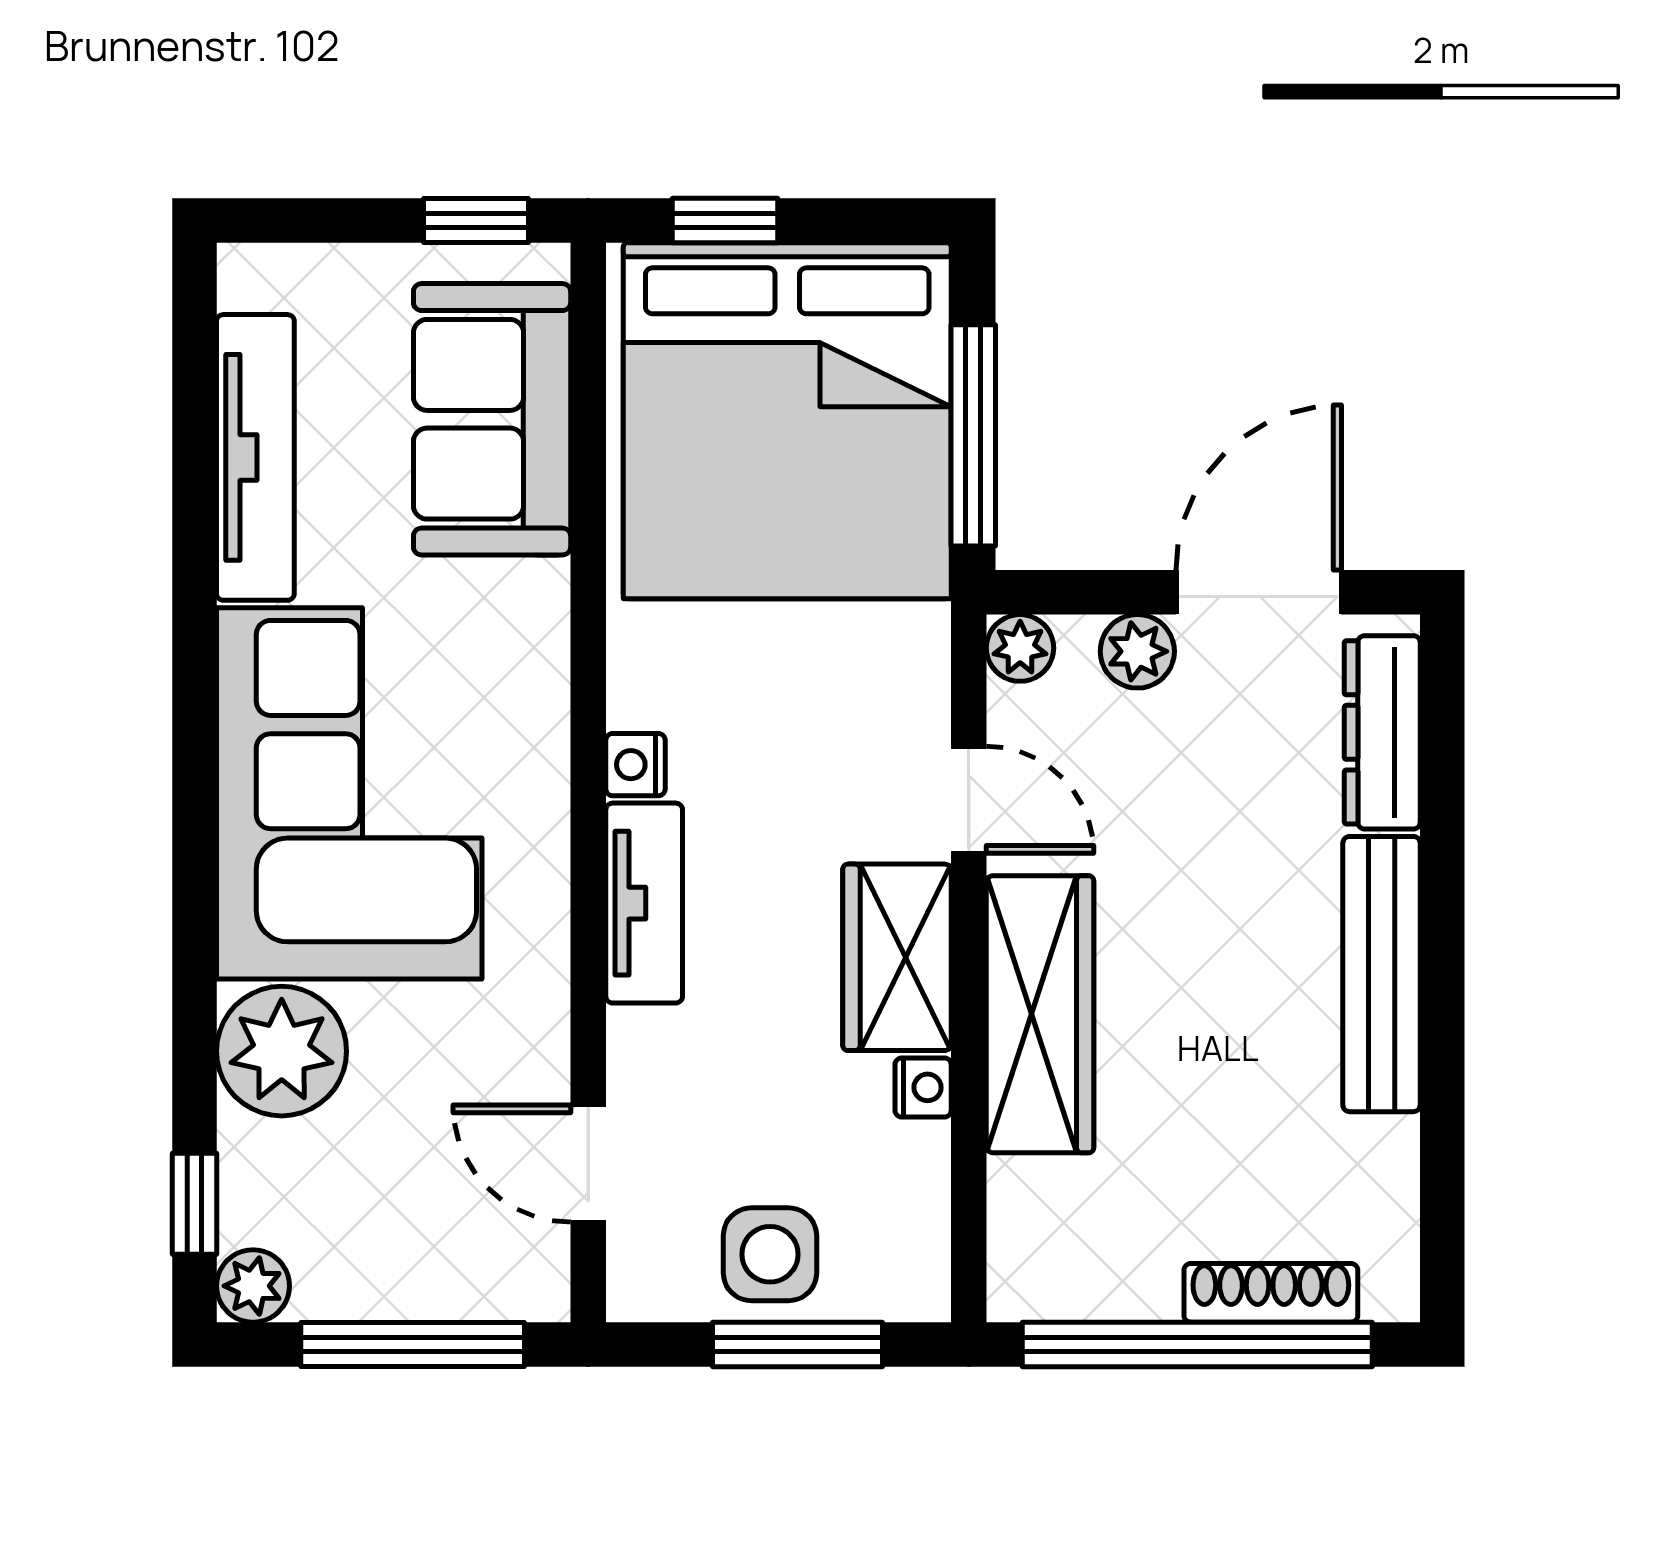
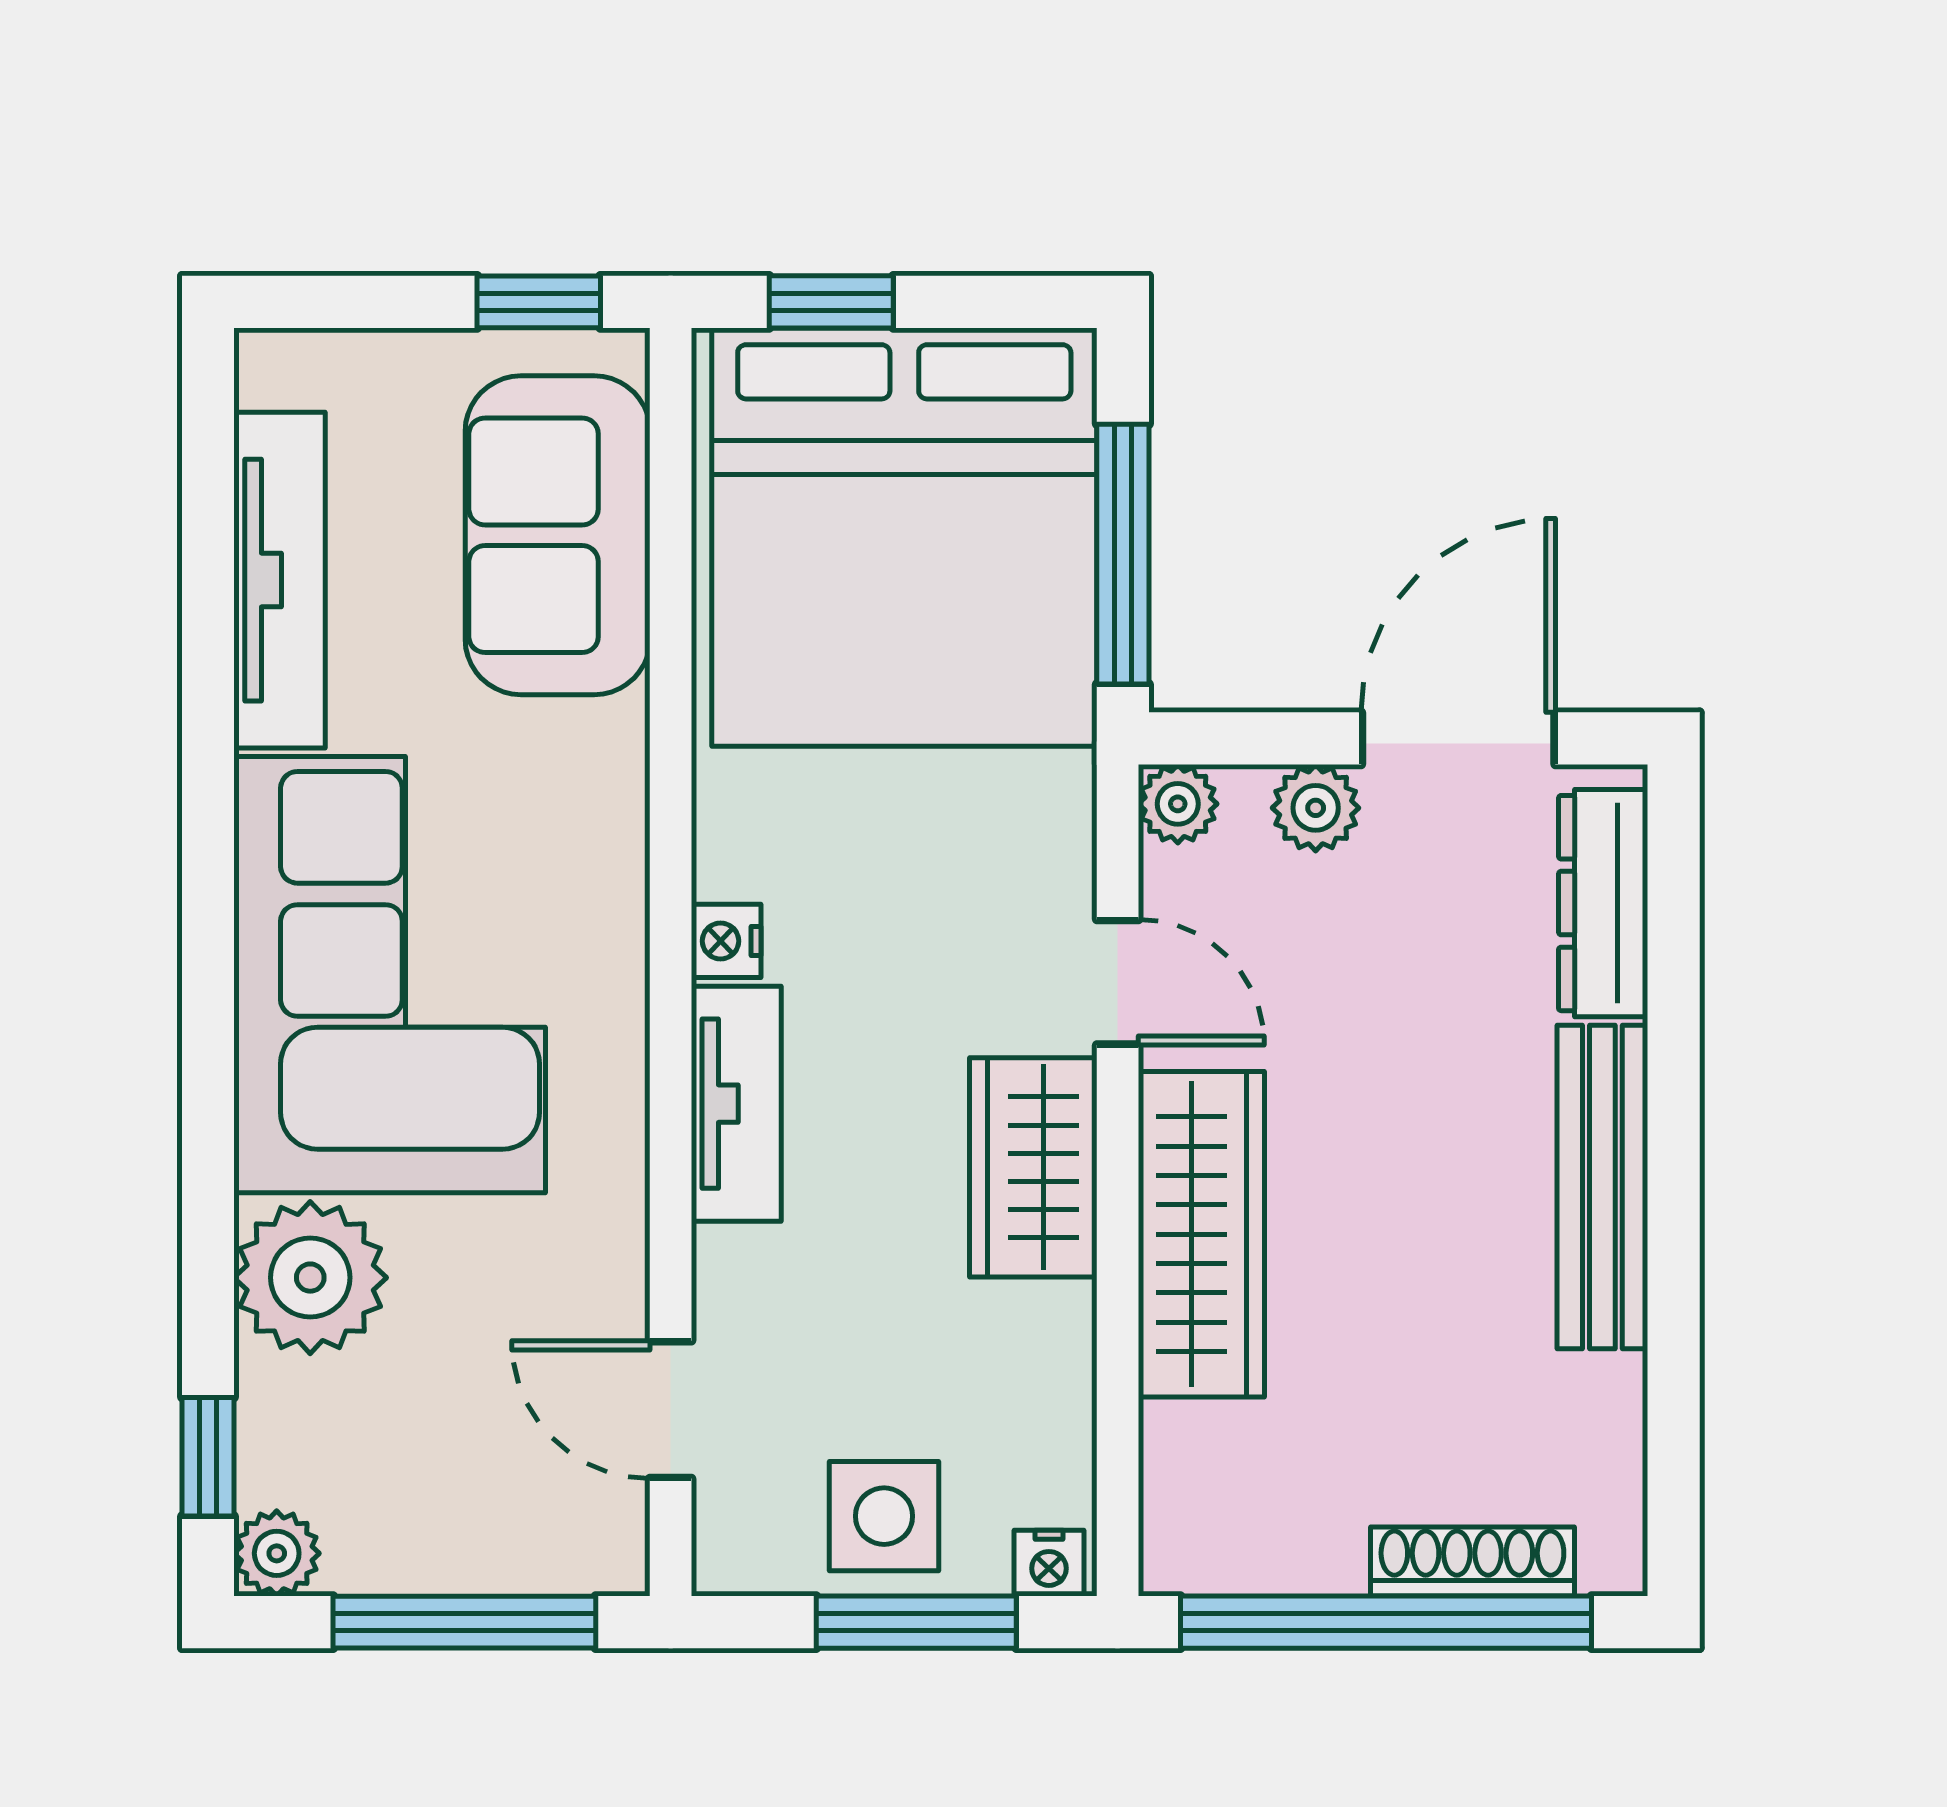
nightstand: (923, 1087) -> (1049, 1563), moved, turned 90

